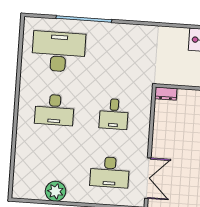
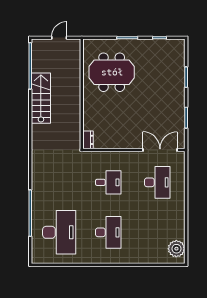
desk: (59, 52) -> (59, 232), turned 180
plant: (56, 191) -> (176, 249), moved

